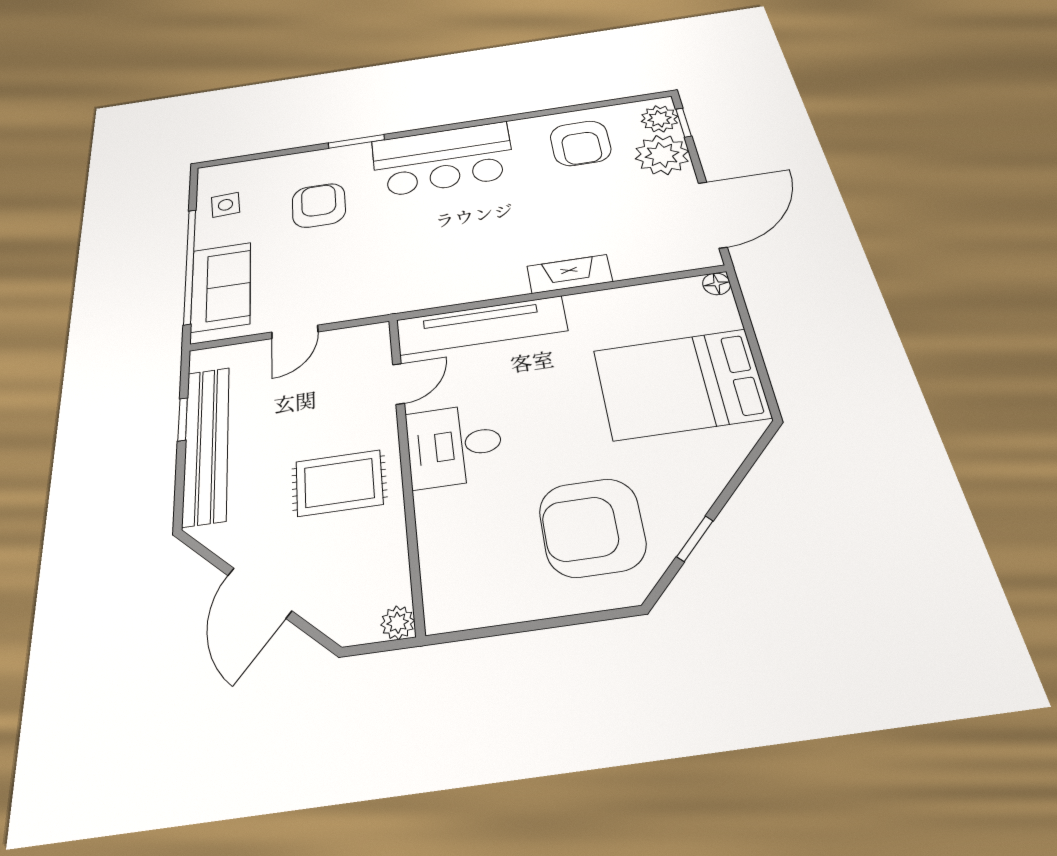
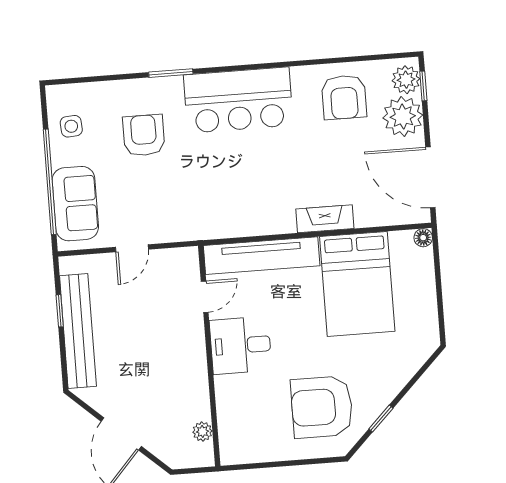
door: (713, 214) -> (430, 177), swing flipped
bed: (681, 384) -> (357, 284), moved, turned -90
rug: (339, 483) -> (167, 366), removed
plant: (398, 623) -> (202, 432), moved

